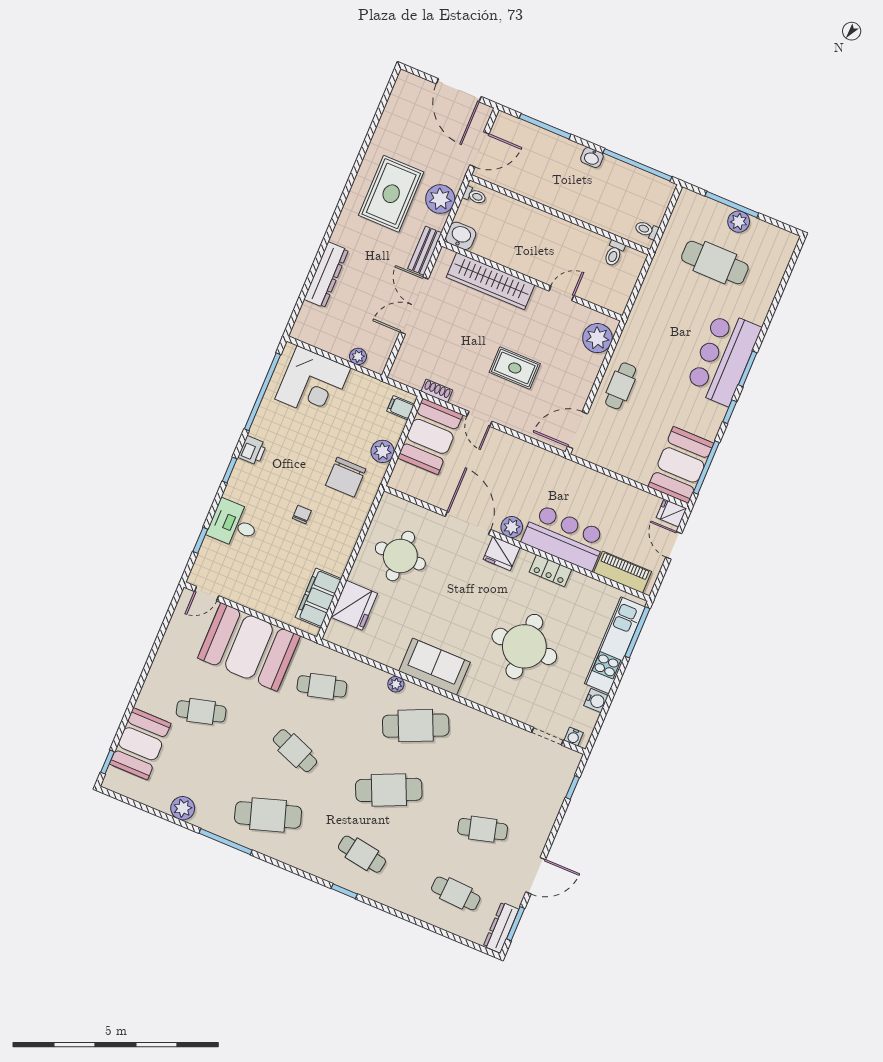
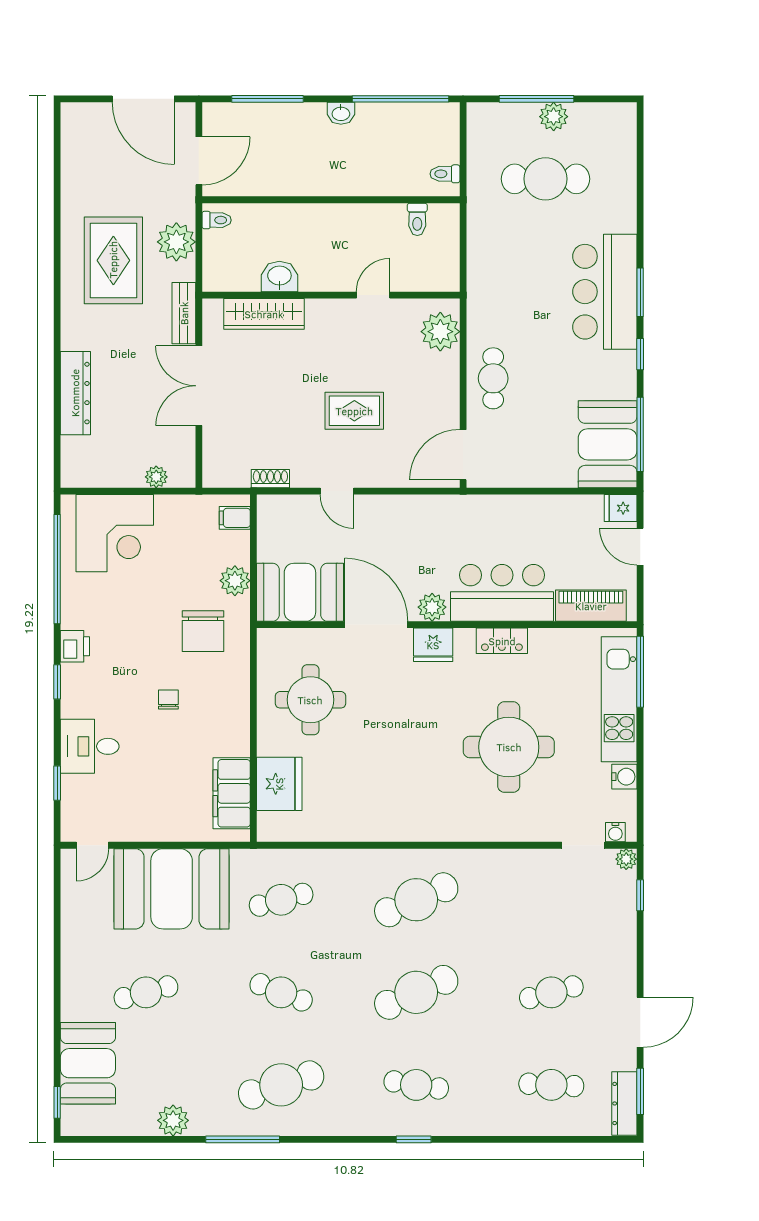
washbasin: (461, 236) -> (279, 276), moved
wardrobe: (491, 281) -> (264, 314), width x0.71, depth x0.85
booth: (430, 436) -> (300, 592), moved, turned 90
sofa: (434, 667) -> (409, 818), removed
plant: (396, 684) -> (626, 859), moved

